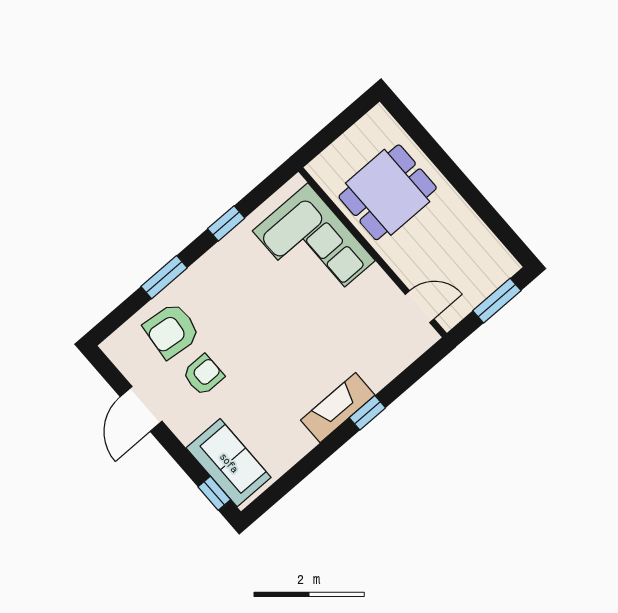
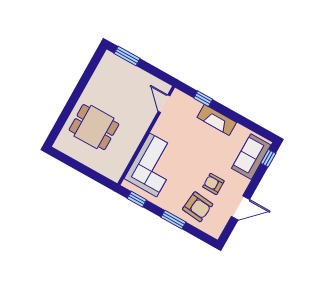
corner sofa: (314, 246) -> (153, 165), moved
wall: (373, 252) -> (146, 136), moved
door: (420, 307) -> (164, 104), moved
fireplace: (338, 408) -> (217, 120), moved

